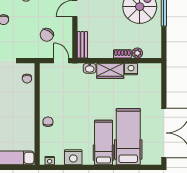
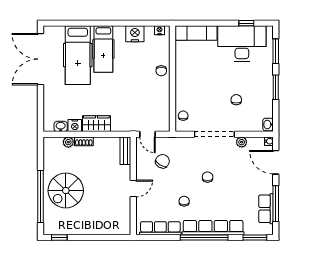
washbasin: (90, 68) -> (61, 126), moved

